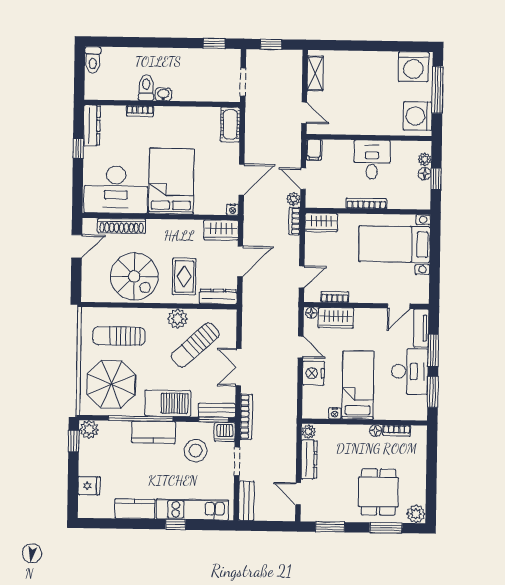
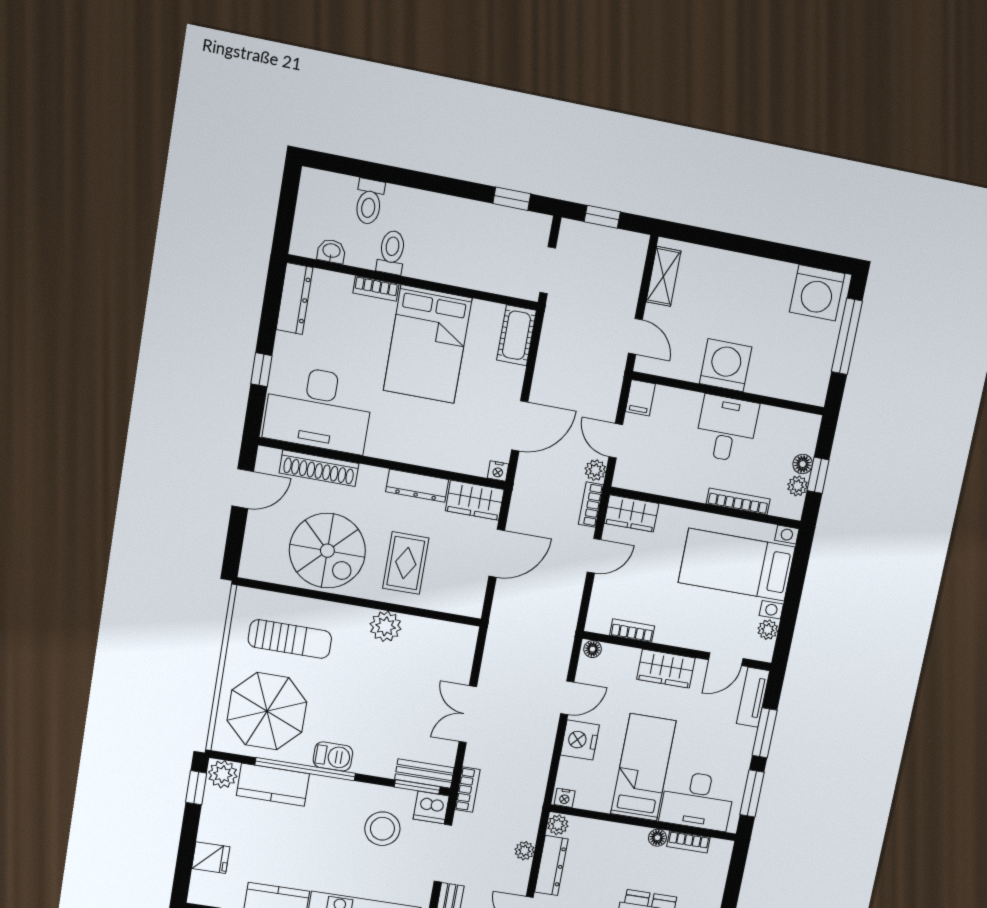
toilet: (93, 60) -> (369, 202), moved
washbasin: (163, 94) -> (331, 251), moved
washing machine: (418, 116) -> (726, 365), moved, turned 90
window: (78, 148) -> (261, 370), moved
plant: (425, 159) -> (798, 486), moved
bed: (171, 181) -> (428, 344), moved, turned 180
bookcase: (366, 203) -> (738, 501), moved
door: (302, 277) -> (594, 556), moved
plant: (423, 283) -> (768, 630), added
dresser: (218, 297) -> (417, 486), moved, turned 180
wardrobe: (336, 318) -> (666, 669), moved
sun lounger: (119, 336) -> (290, 639), turned 180
sun lounger: (195, 345) -> (406, 671), removed
door: (301, 347) -> (567, 698), hinge flipped
desk: (410, 371) -> (697, 801), moved, turned 90
barbecue: (168, 403) -> (333, 756), width x0.53, depth x0.65
nightstand: (335, 413) -> (565, 798), moved
bookcase: (246, 417) -> (467, 790), width x0.64
kitchen counter: (154, 432) -> (273, 785), moved
plant: (290, 452) -> (525, 851), added
doorway: (237, 461) -> (443, 853), width x1.38

